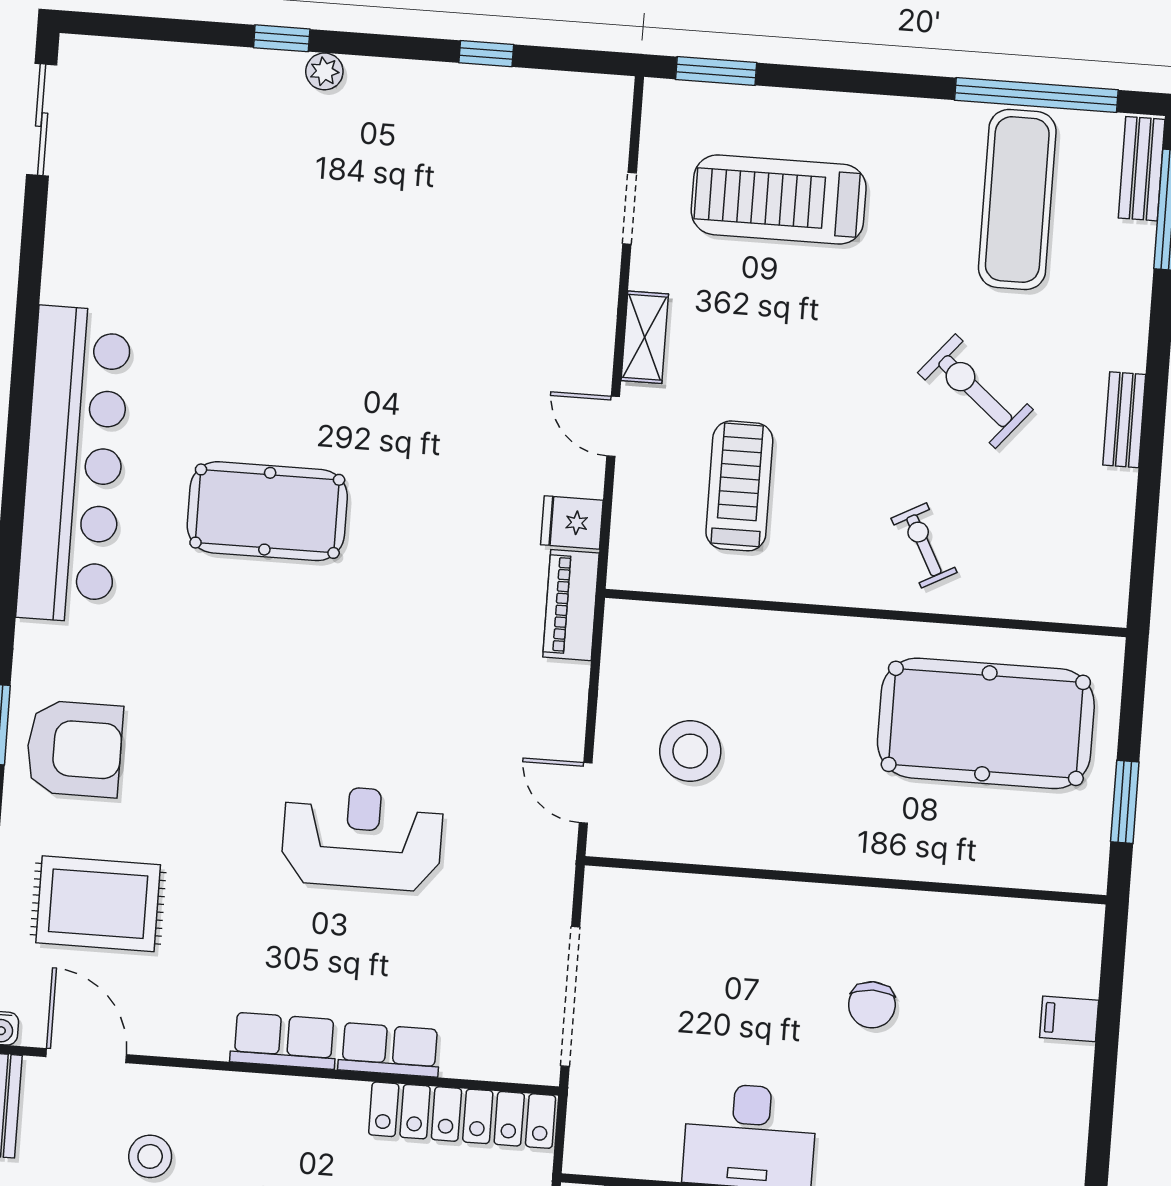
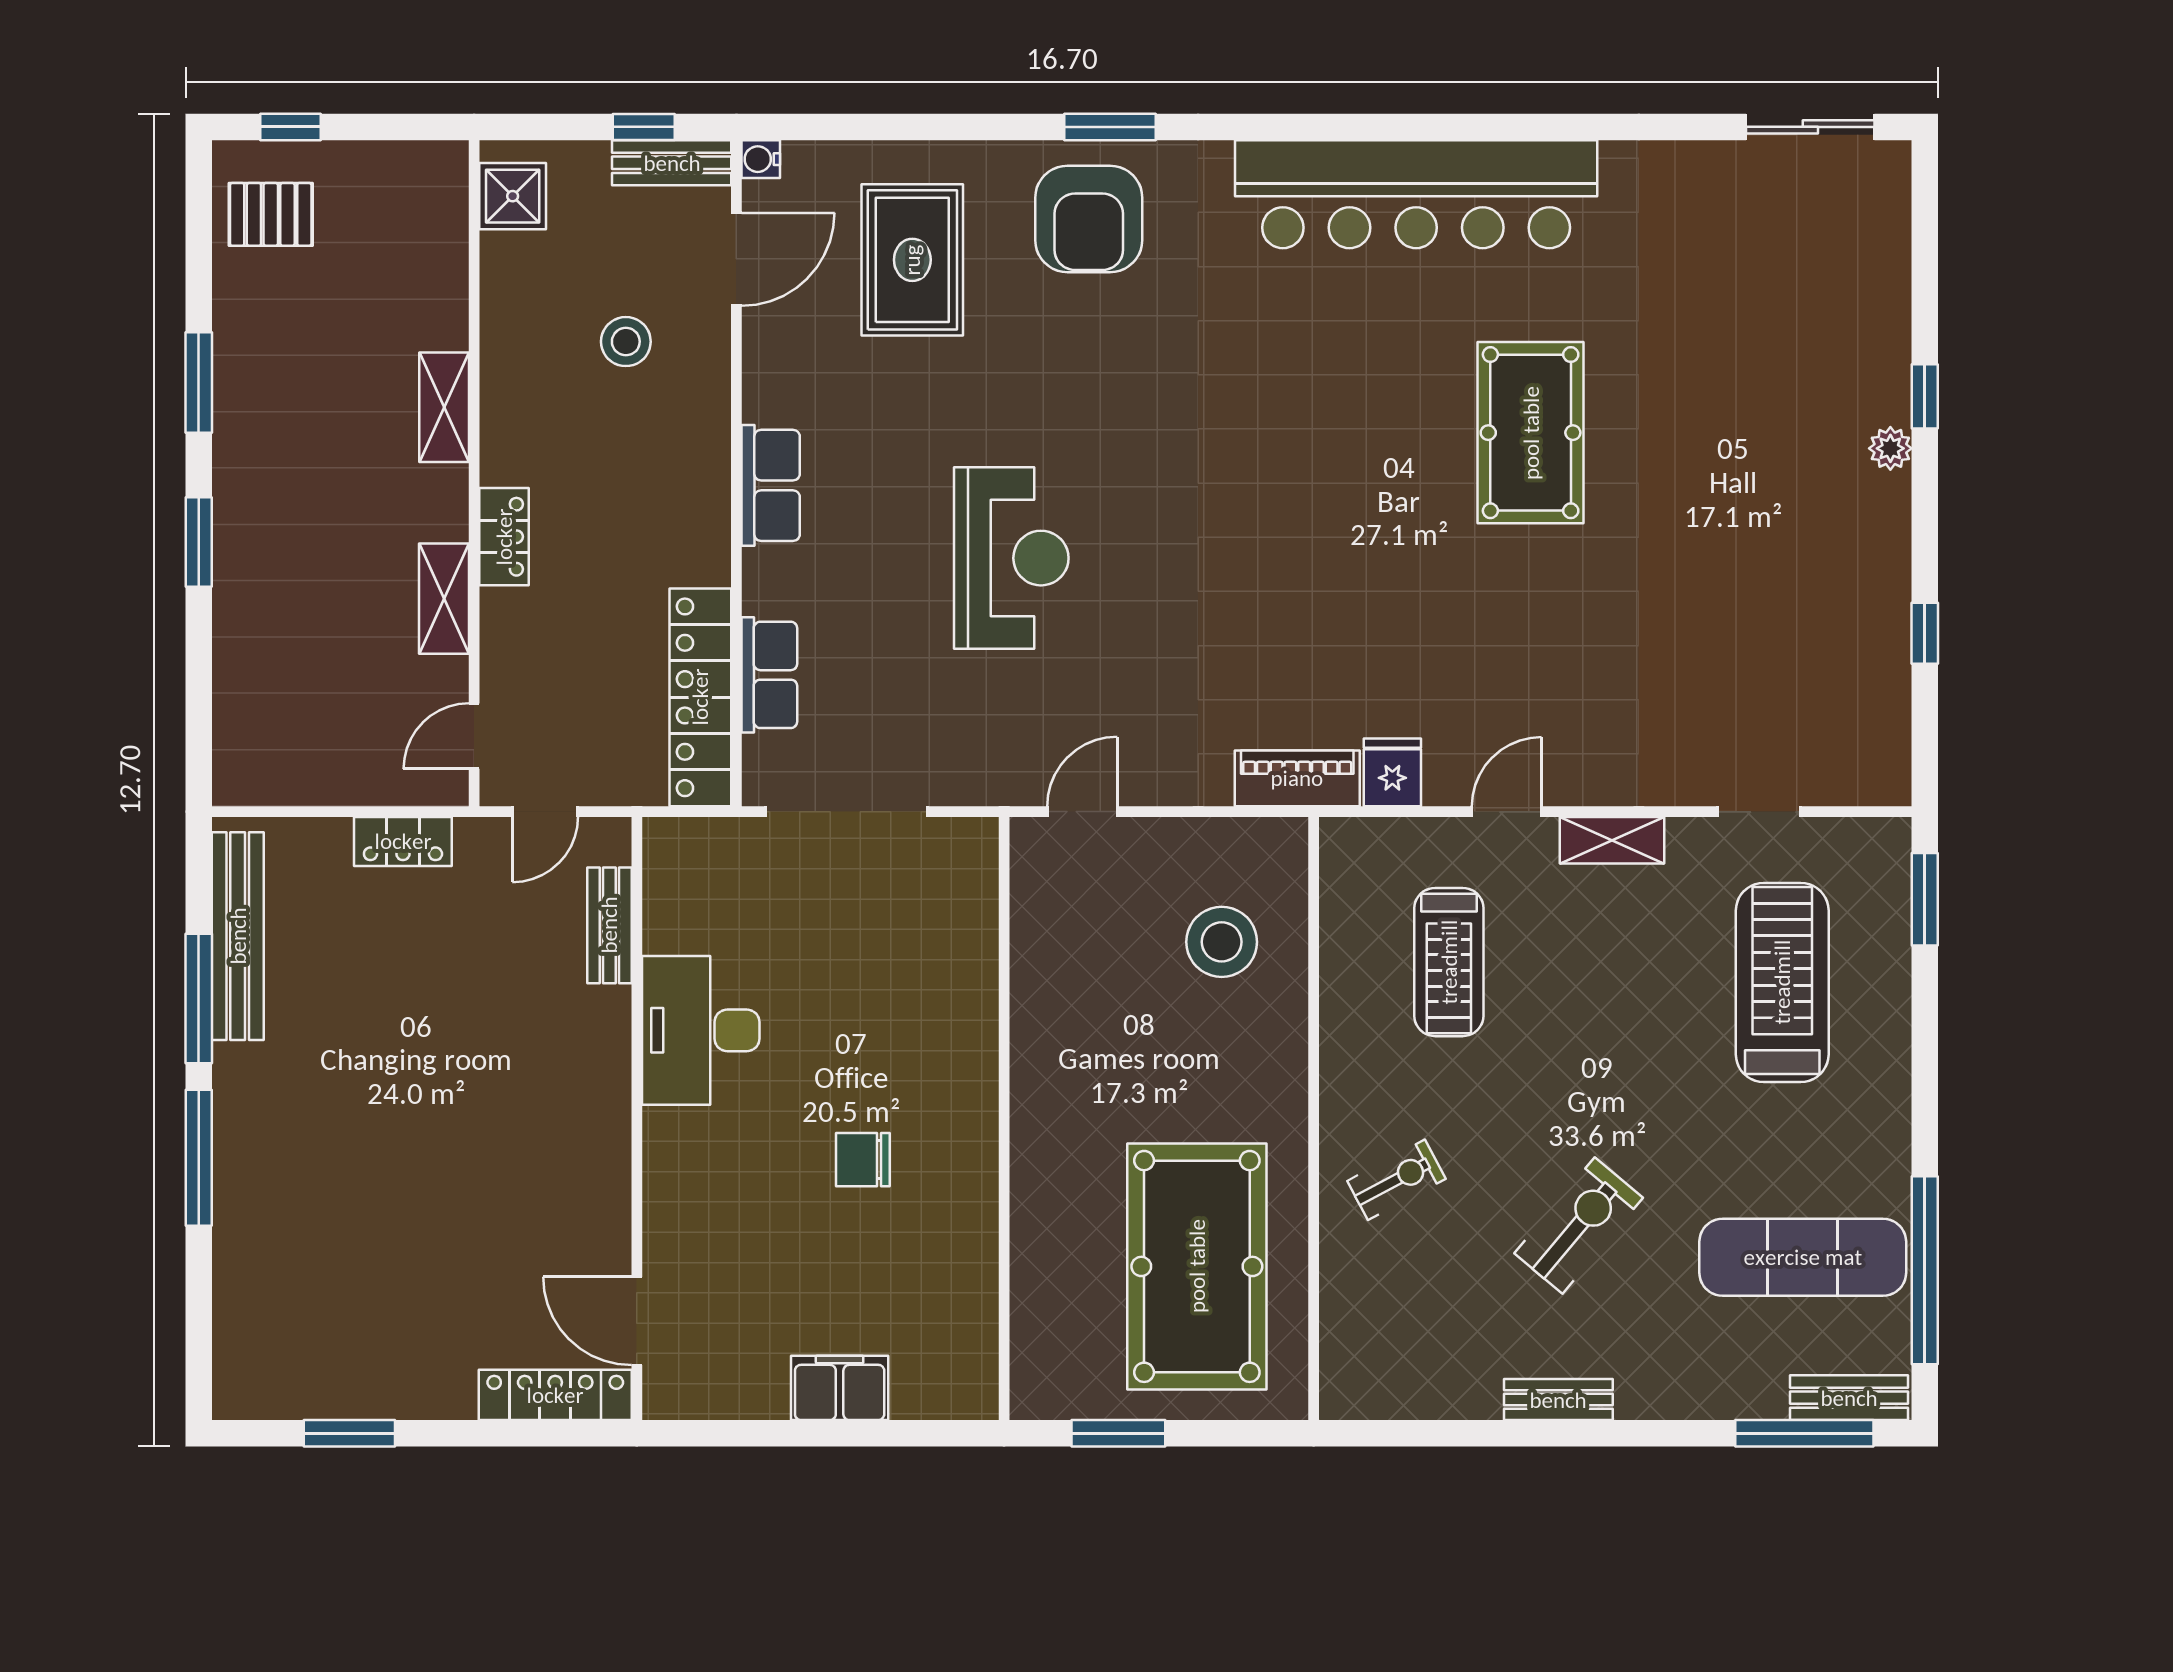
treadmill: (739, 486) -> (1449, 962), turned 90
pool table: (267, 511) -> (1531, 433), moved
stool: (690, 751) -> (1222, 942), moved
filing cabinet: (1069, 1019) -> (840, 1388), width x2.00
row of seats: (389, 1050) -> (769, 675), moved

